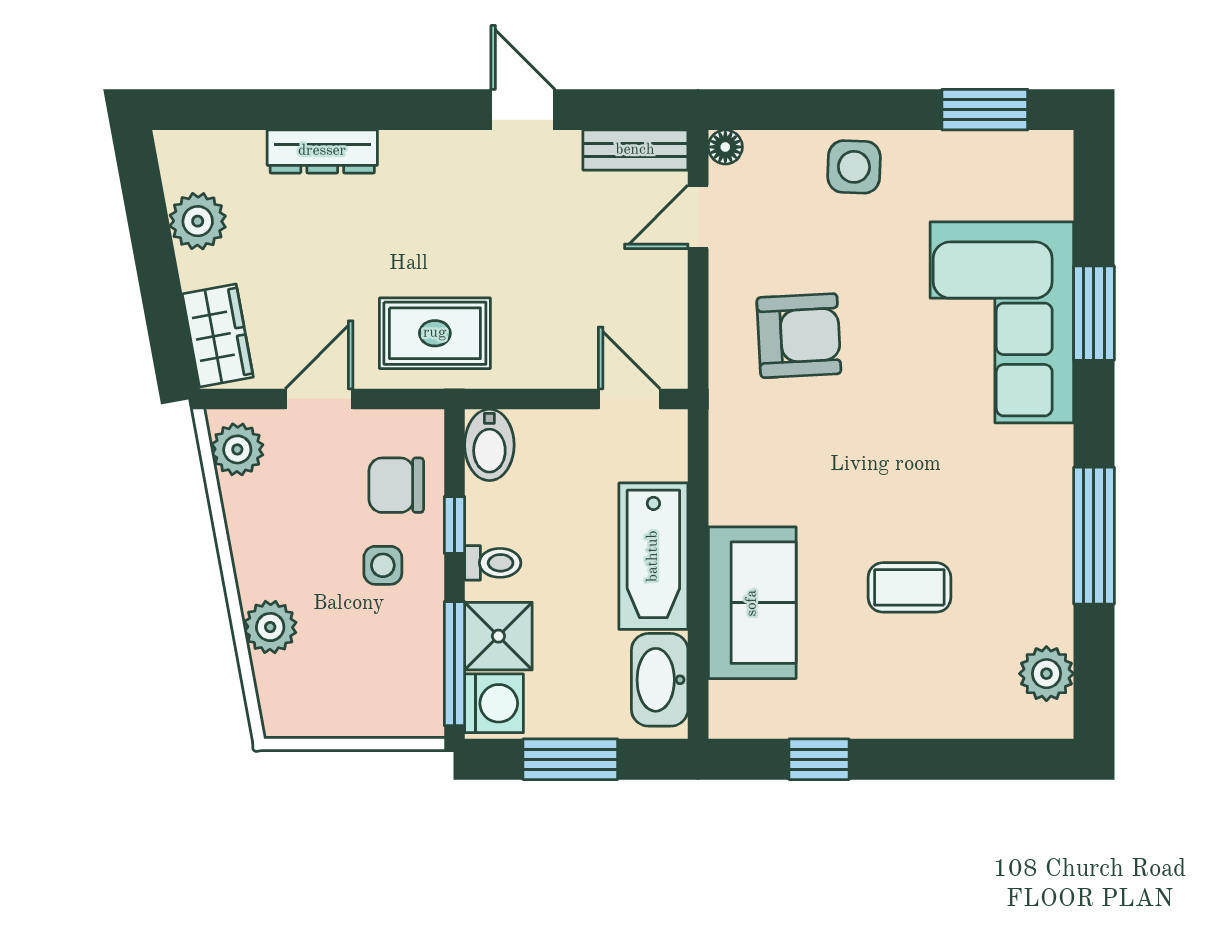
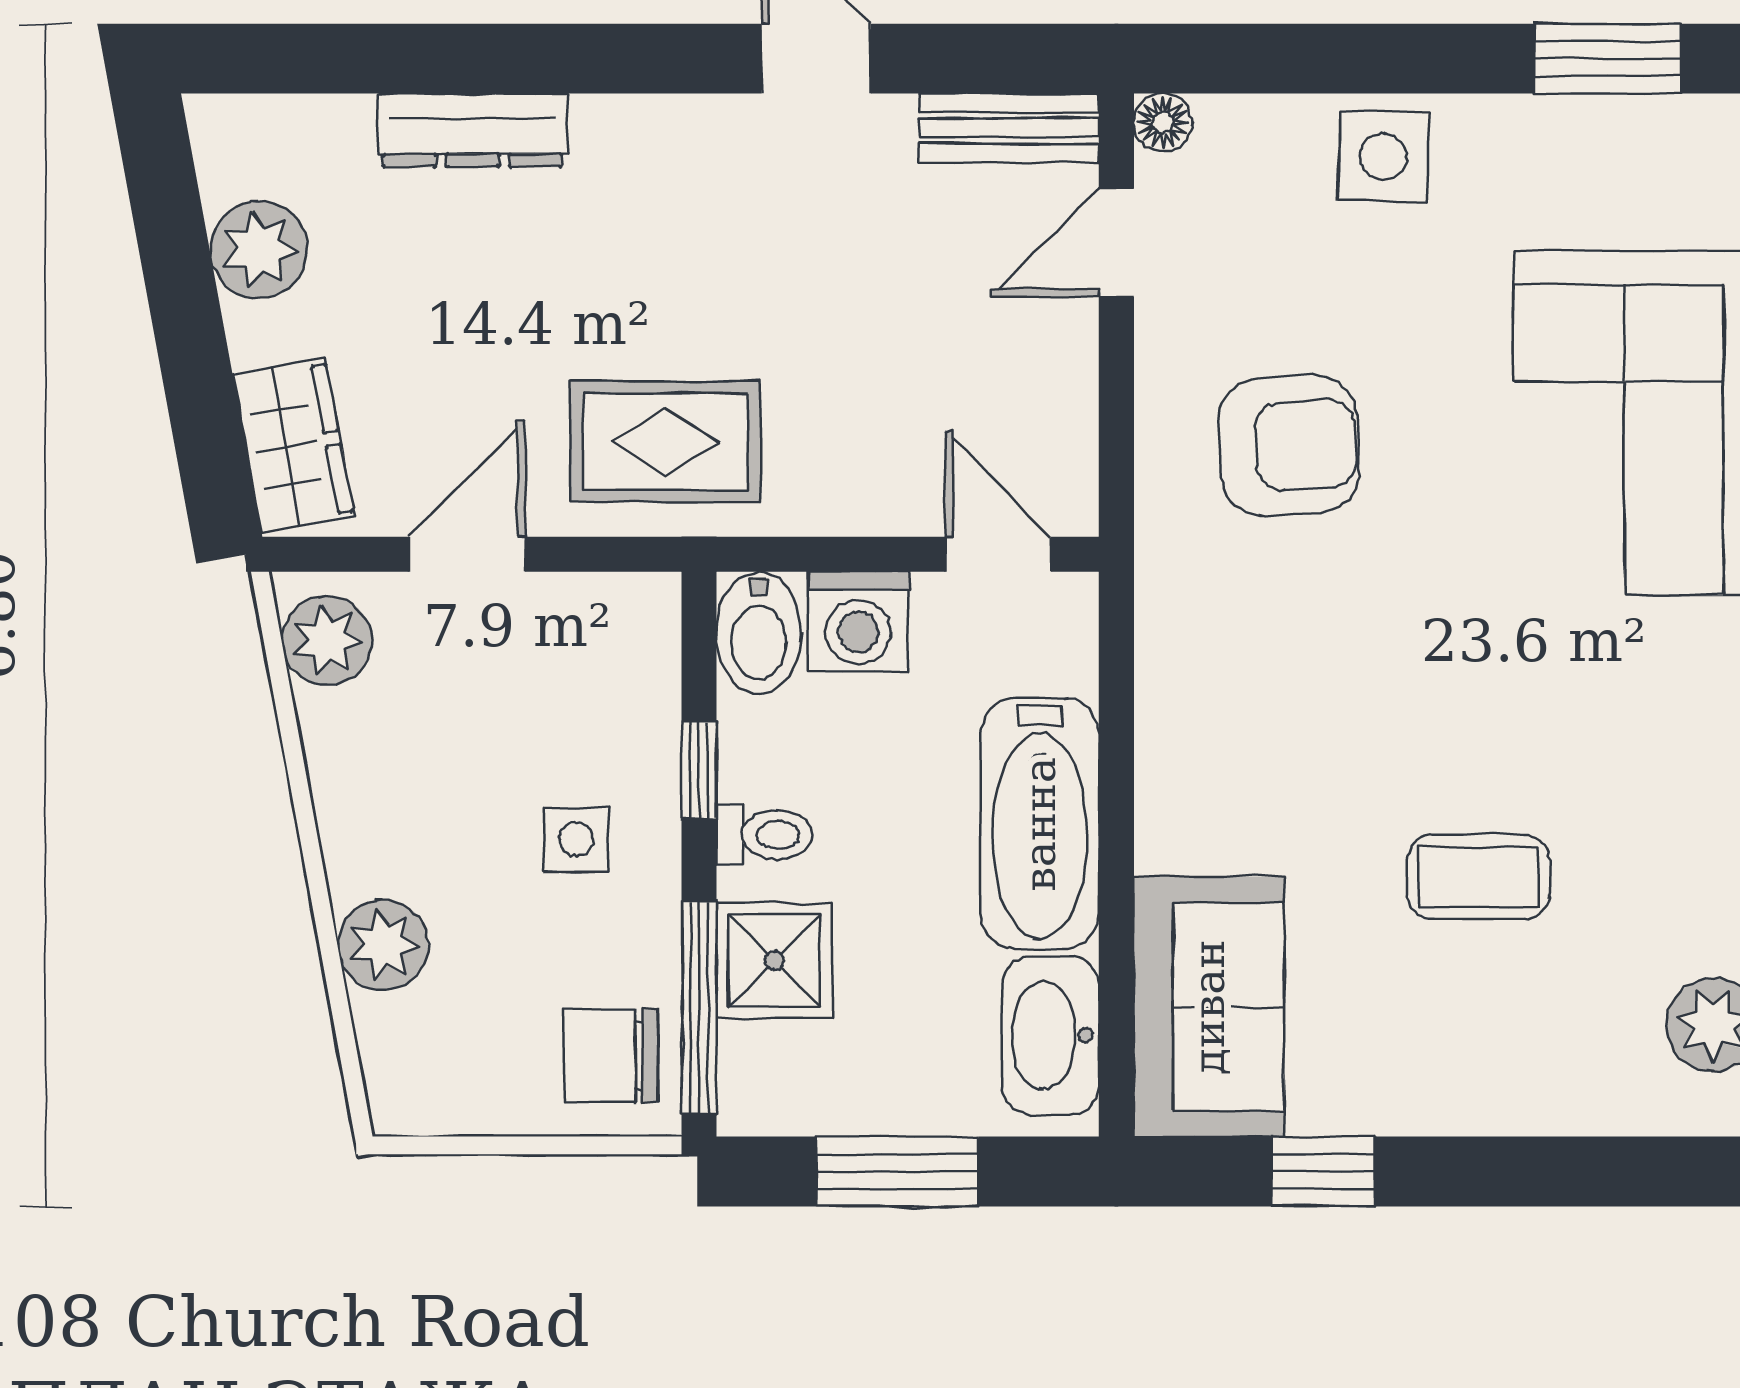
chair: (396, 485) -> (611, 1056), moved
sofa: (752, 603) -> (1209, 1007), moved
washing machine: (494, 703) -> (858, 622), moved, turned 90

